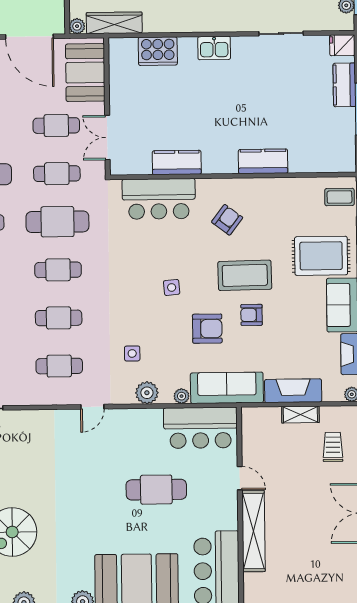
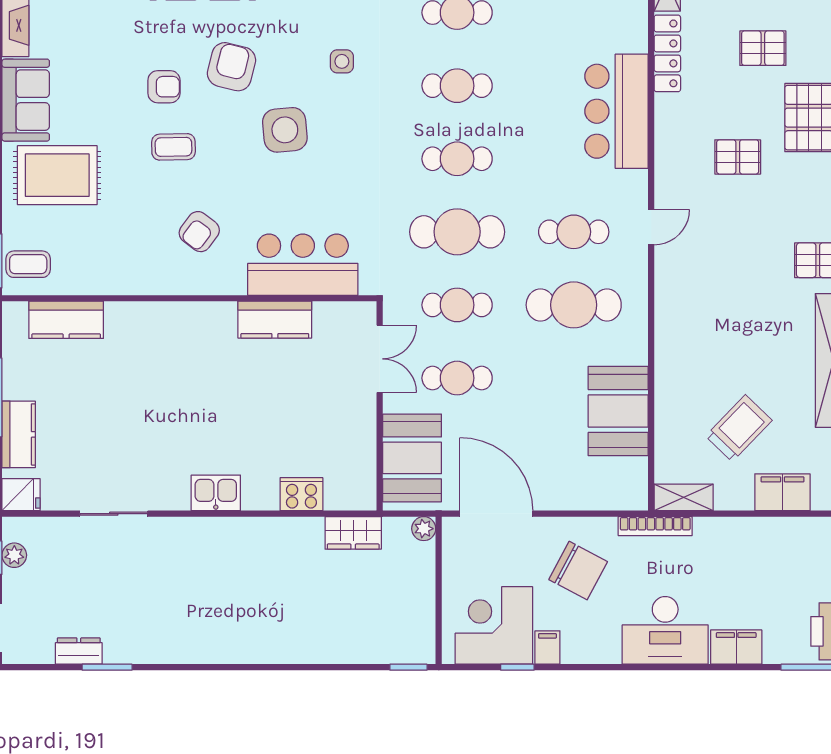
wardrobe: (114, 23) -> (353, 533), width x0.67
cooker: (158, 51) -> (301, 494), width x0.73, depth x0.76
kitchen counter: (263, 161) -> (66, 320), moved
coffee table: (245, 275) -> (173, 147), width x0.54, depth x0.58
side table: (172, 287) -> (285, 130), width x1.87, depth x1.87
armchair: (207, 329) -> (231, 67), turned 104
side table: (132, 353) -> (342, 61), moved

